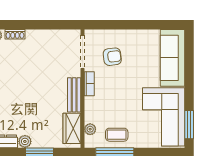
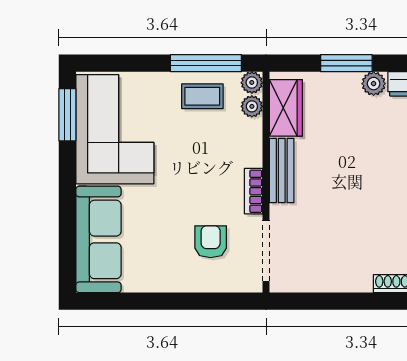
armchair: (112, 57) -> (211, 242), turned 97
plant: (90, 142) -> (252, 83), added

